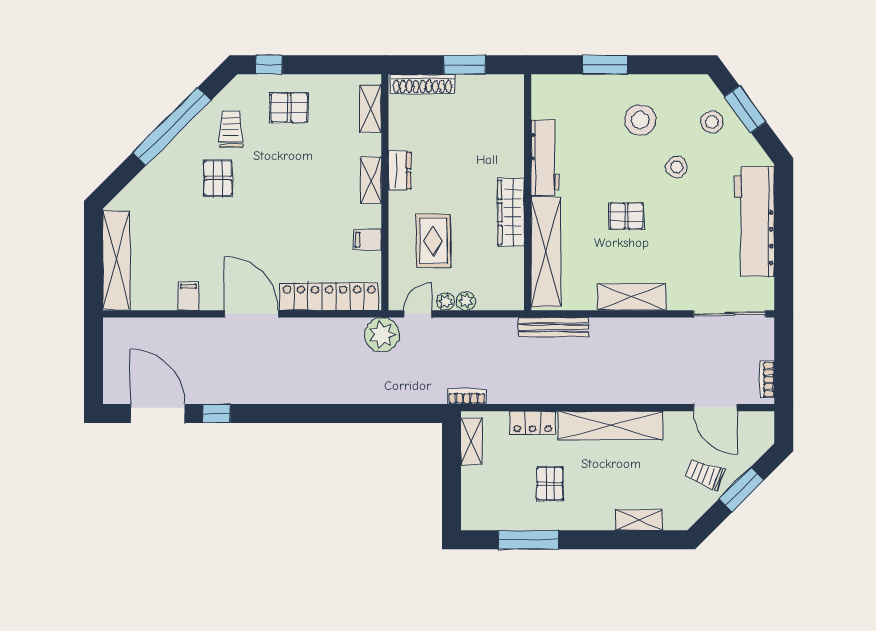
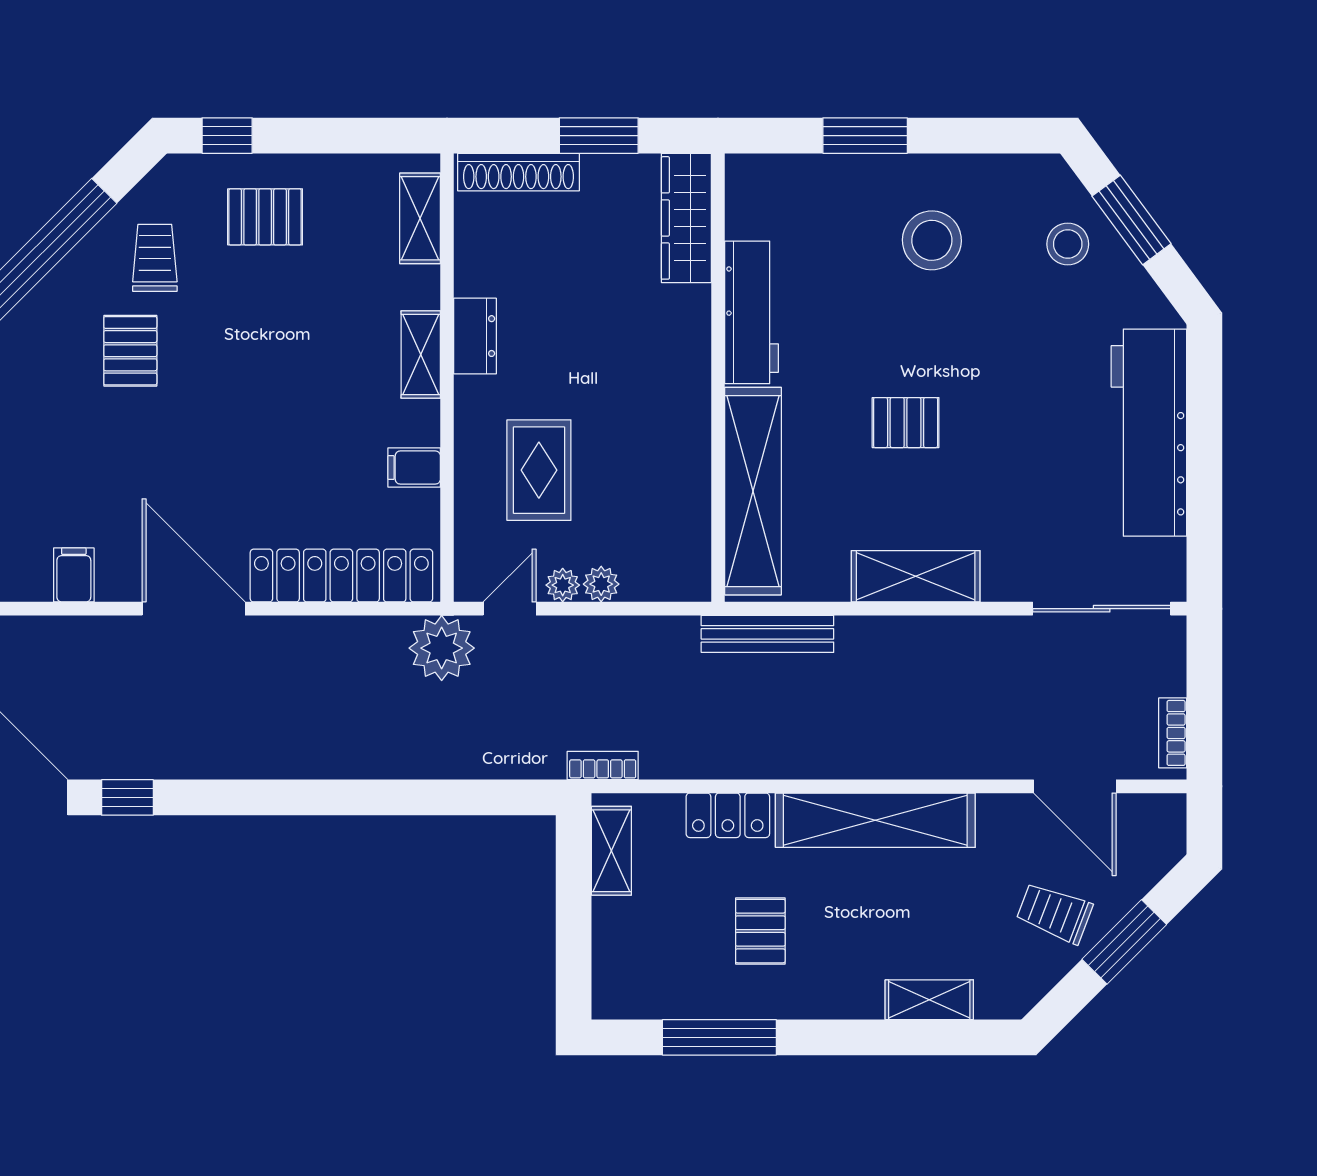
stool: (677, 167) -> (1001, 330), removed
wardrobe: (511, 212) -> (686, 218), moved

